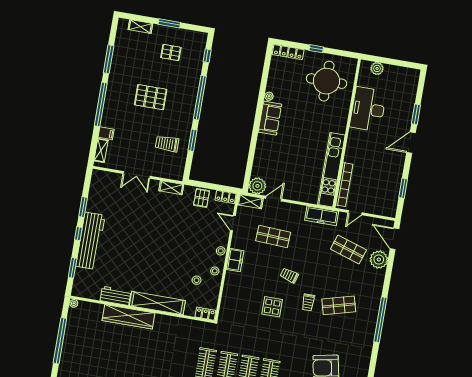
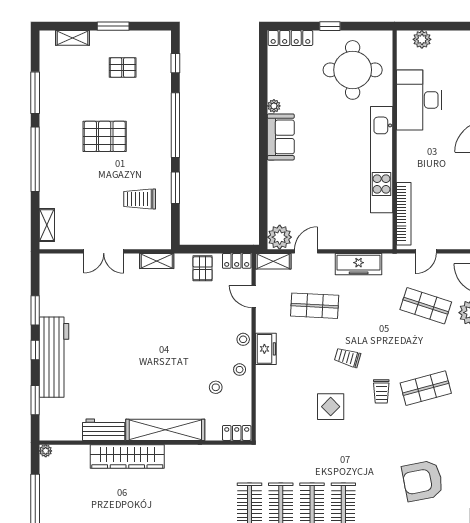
filing cabinet: (106, 133) -> (50, 199), removed
kitchen unit: (331, 170) -> (382, 160), moved
freezer: (322, 216) -> (359, 264), moved

